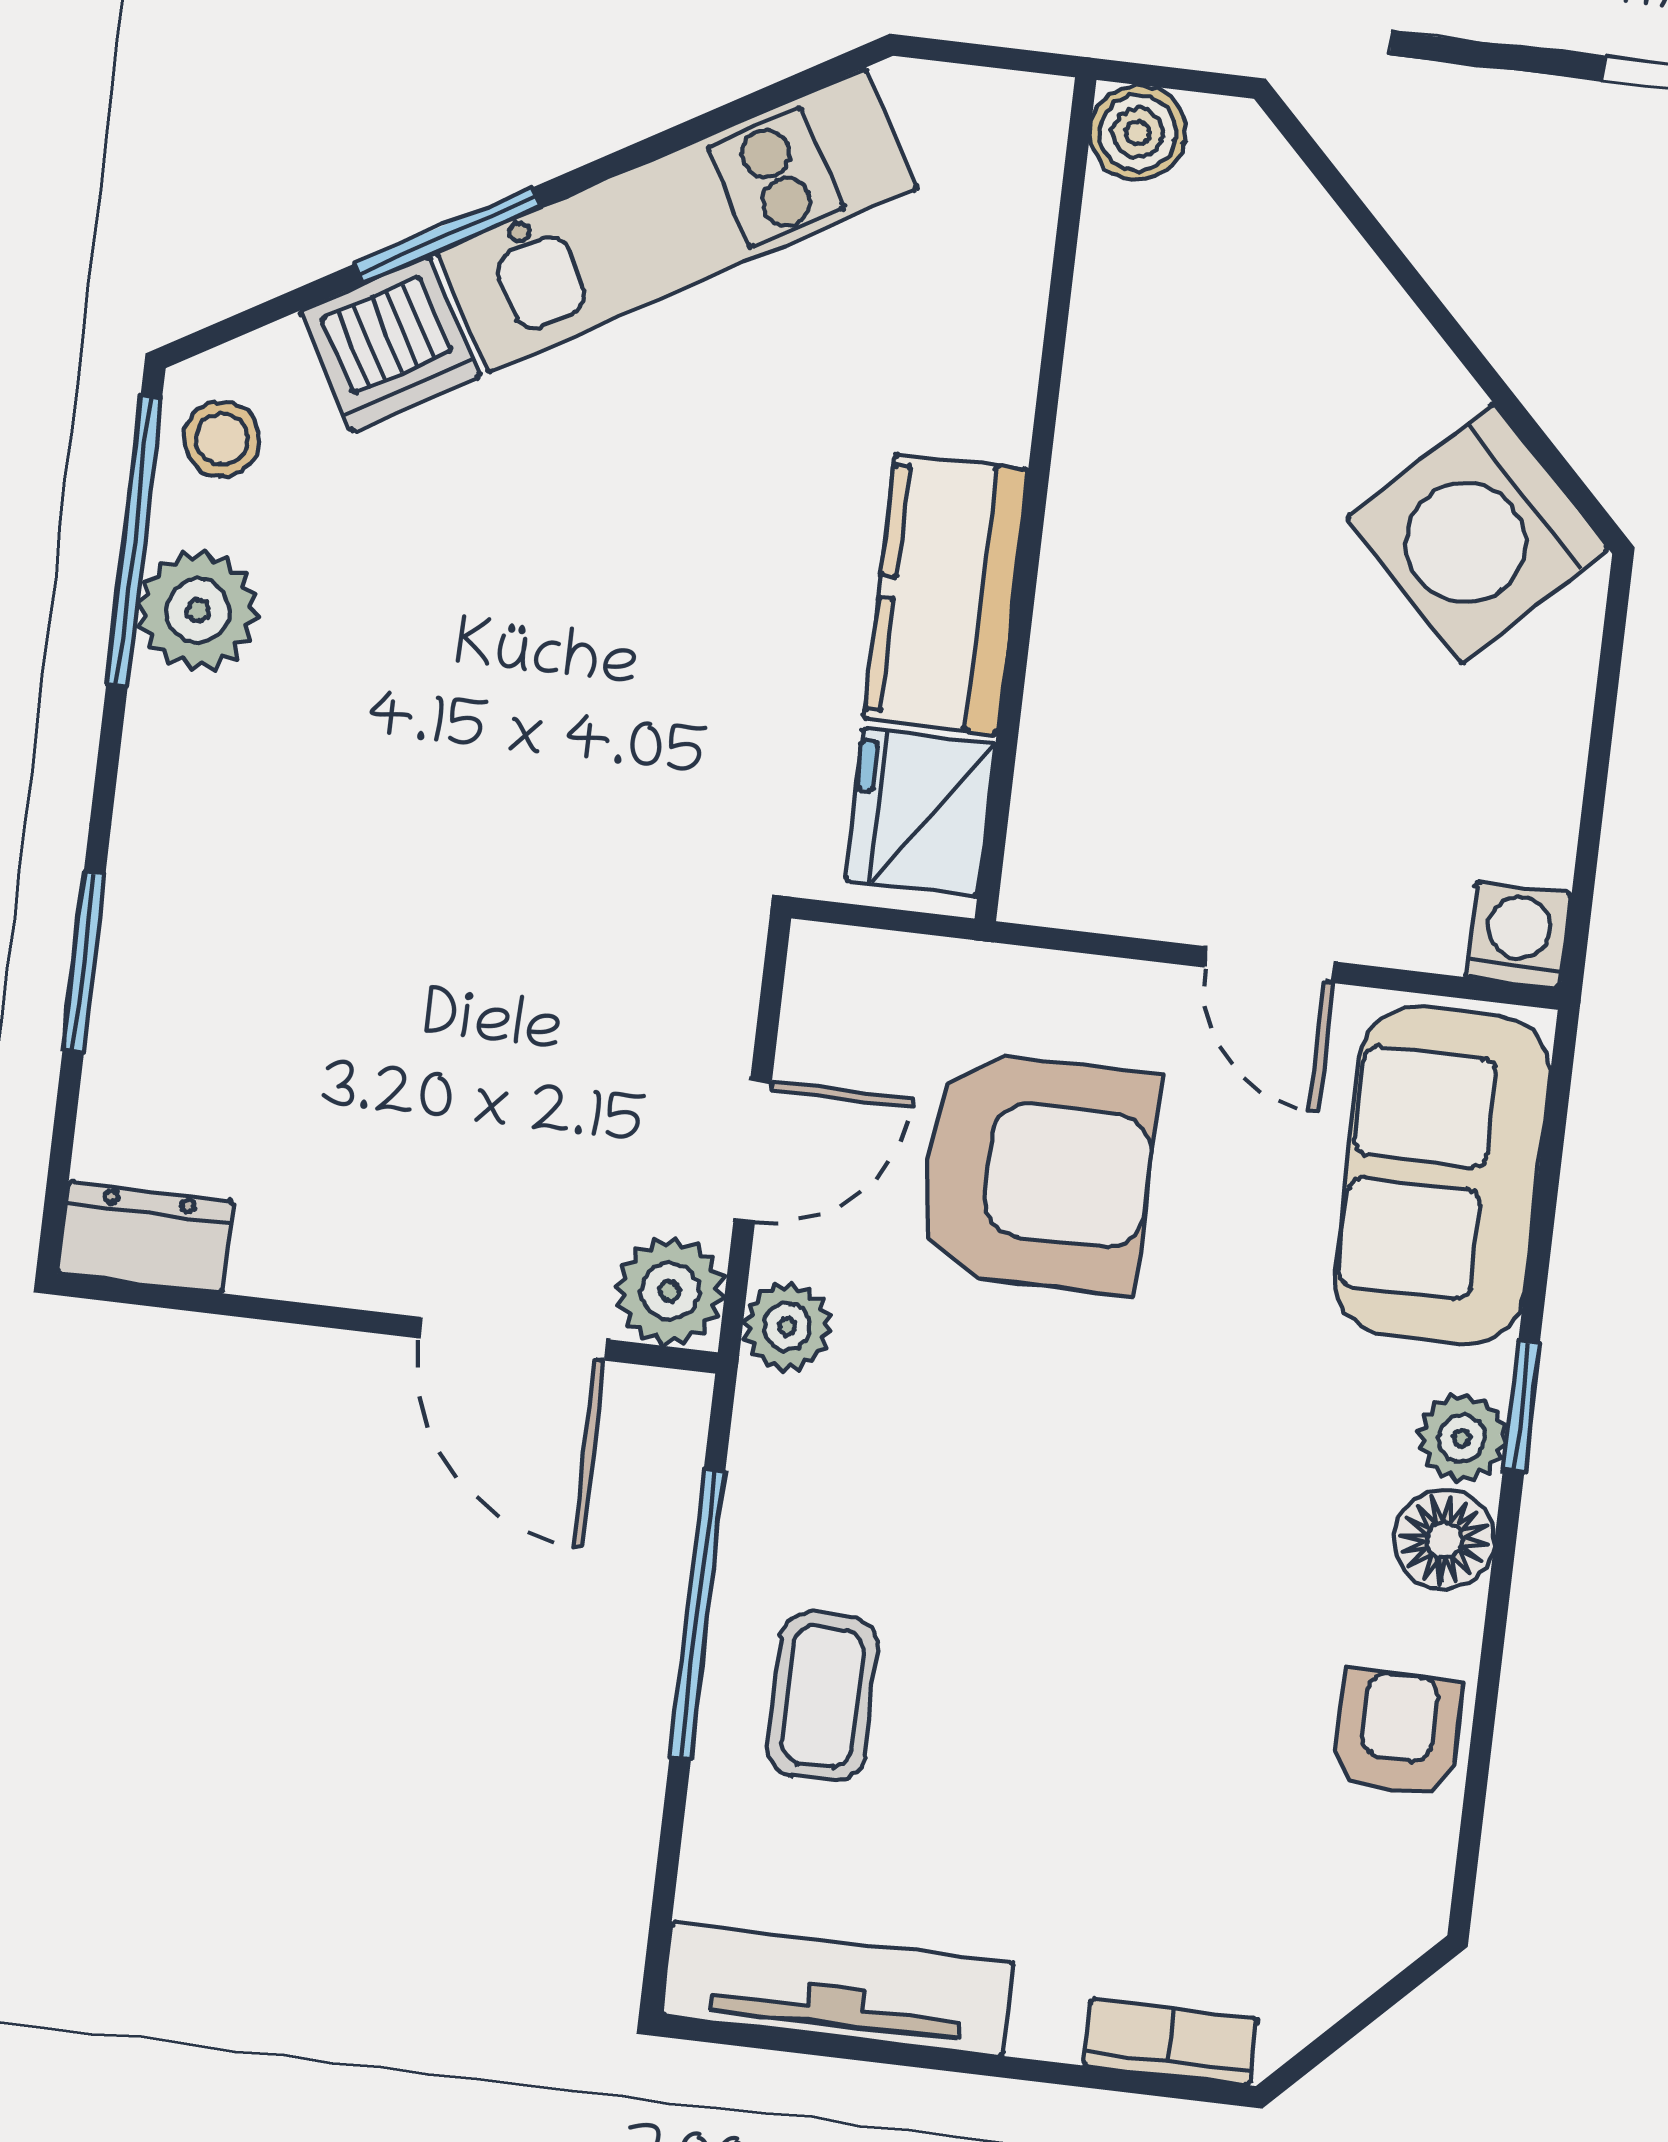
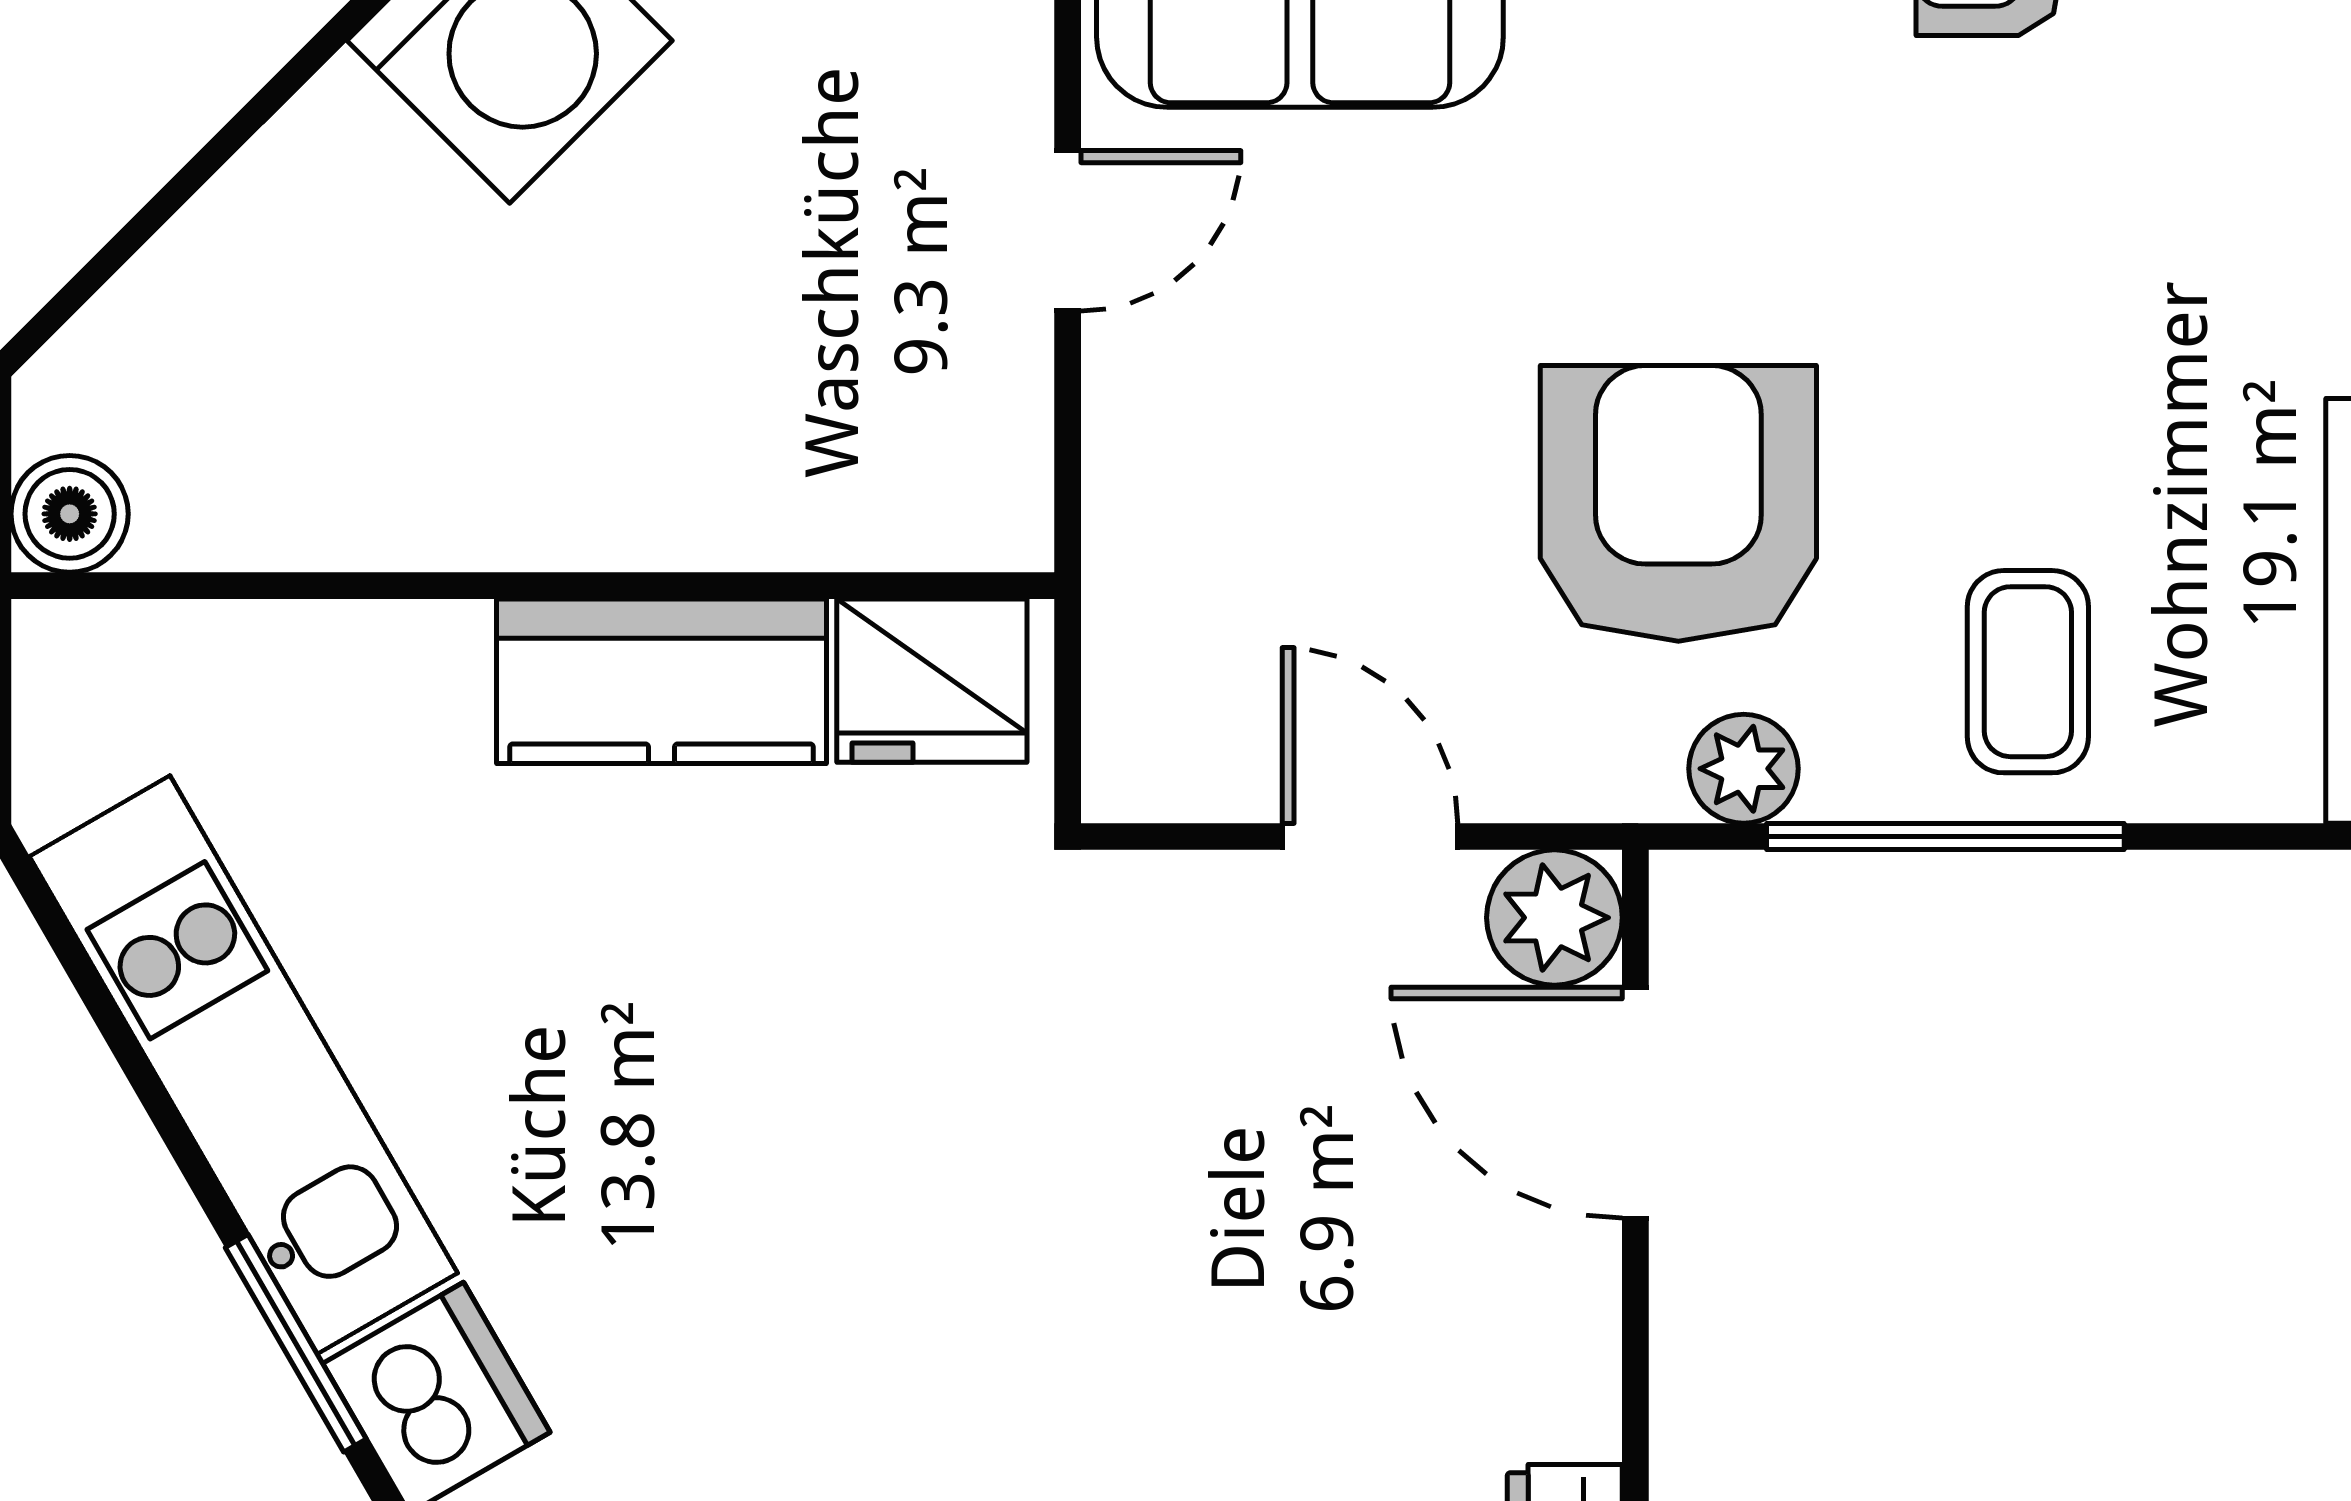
armchair: (1037, 1172) -> (1678, 503), moved
plant: (787, 1327) -> (1744, 769), moved
door: (513, 1339) -> (1635, 1103), swing flipped
coffee table: (822, 1697) -> (2028, 672), turned 90

